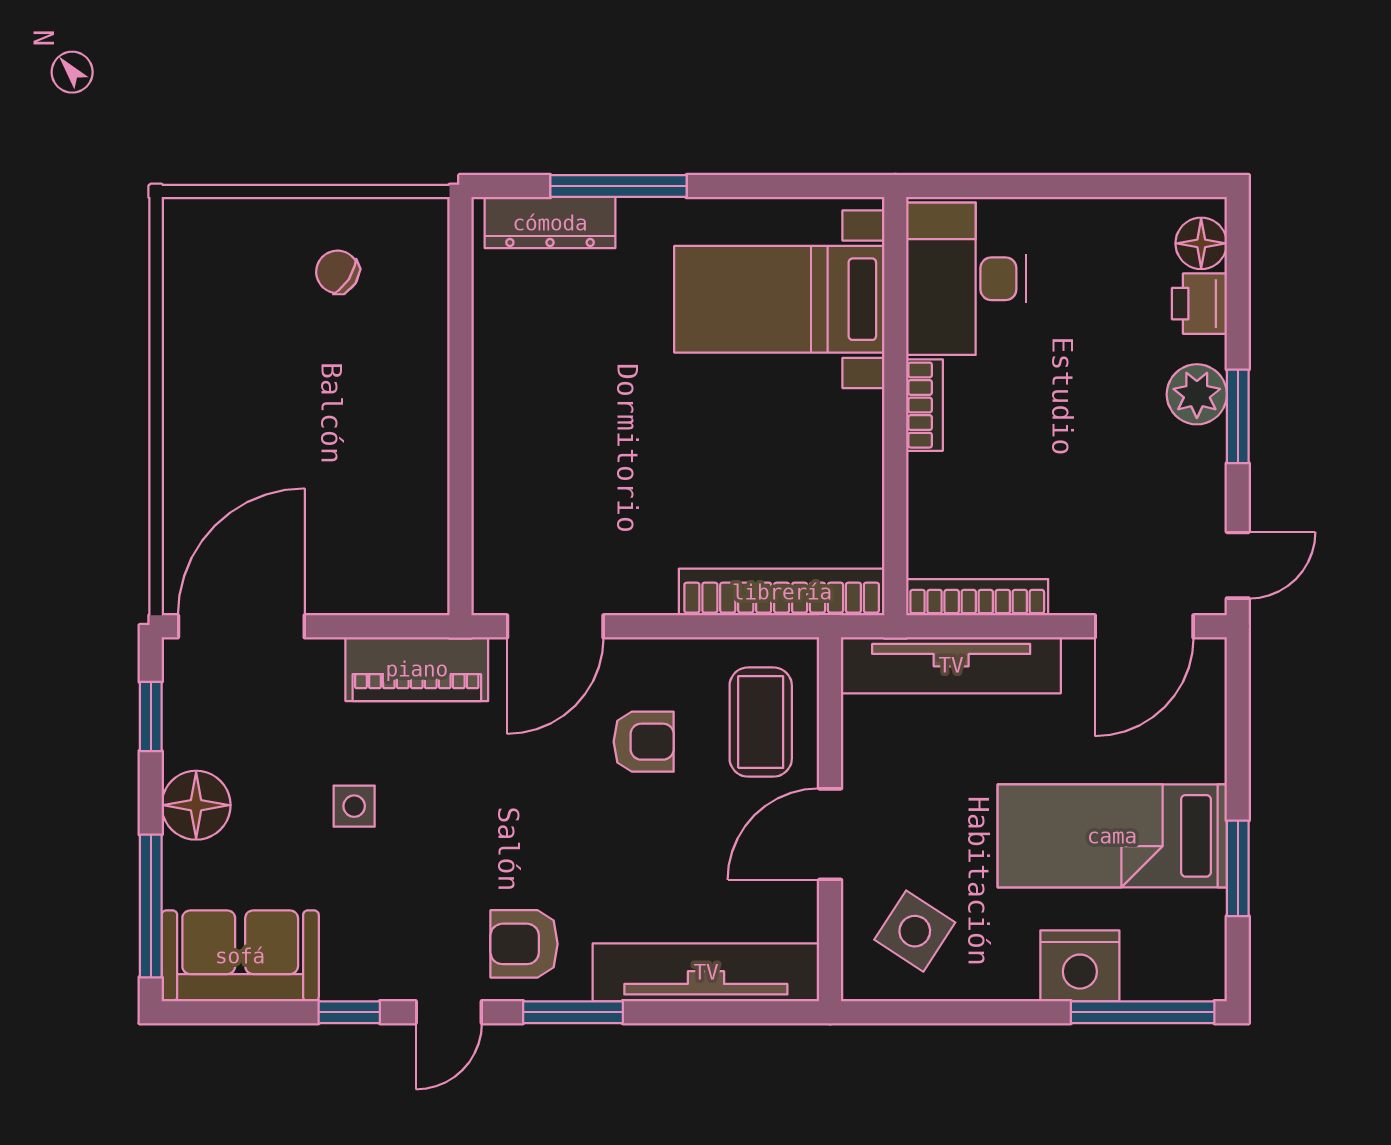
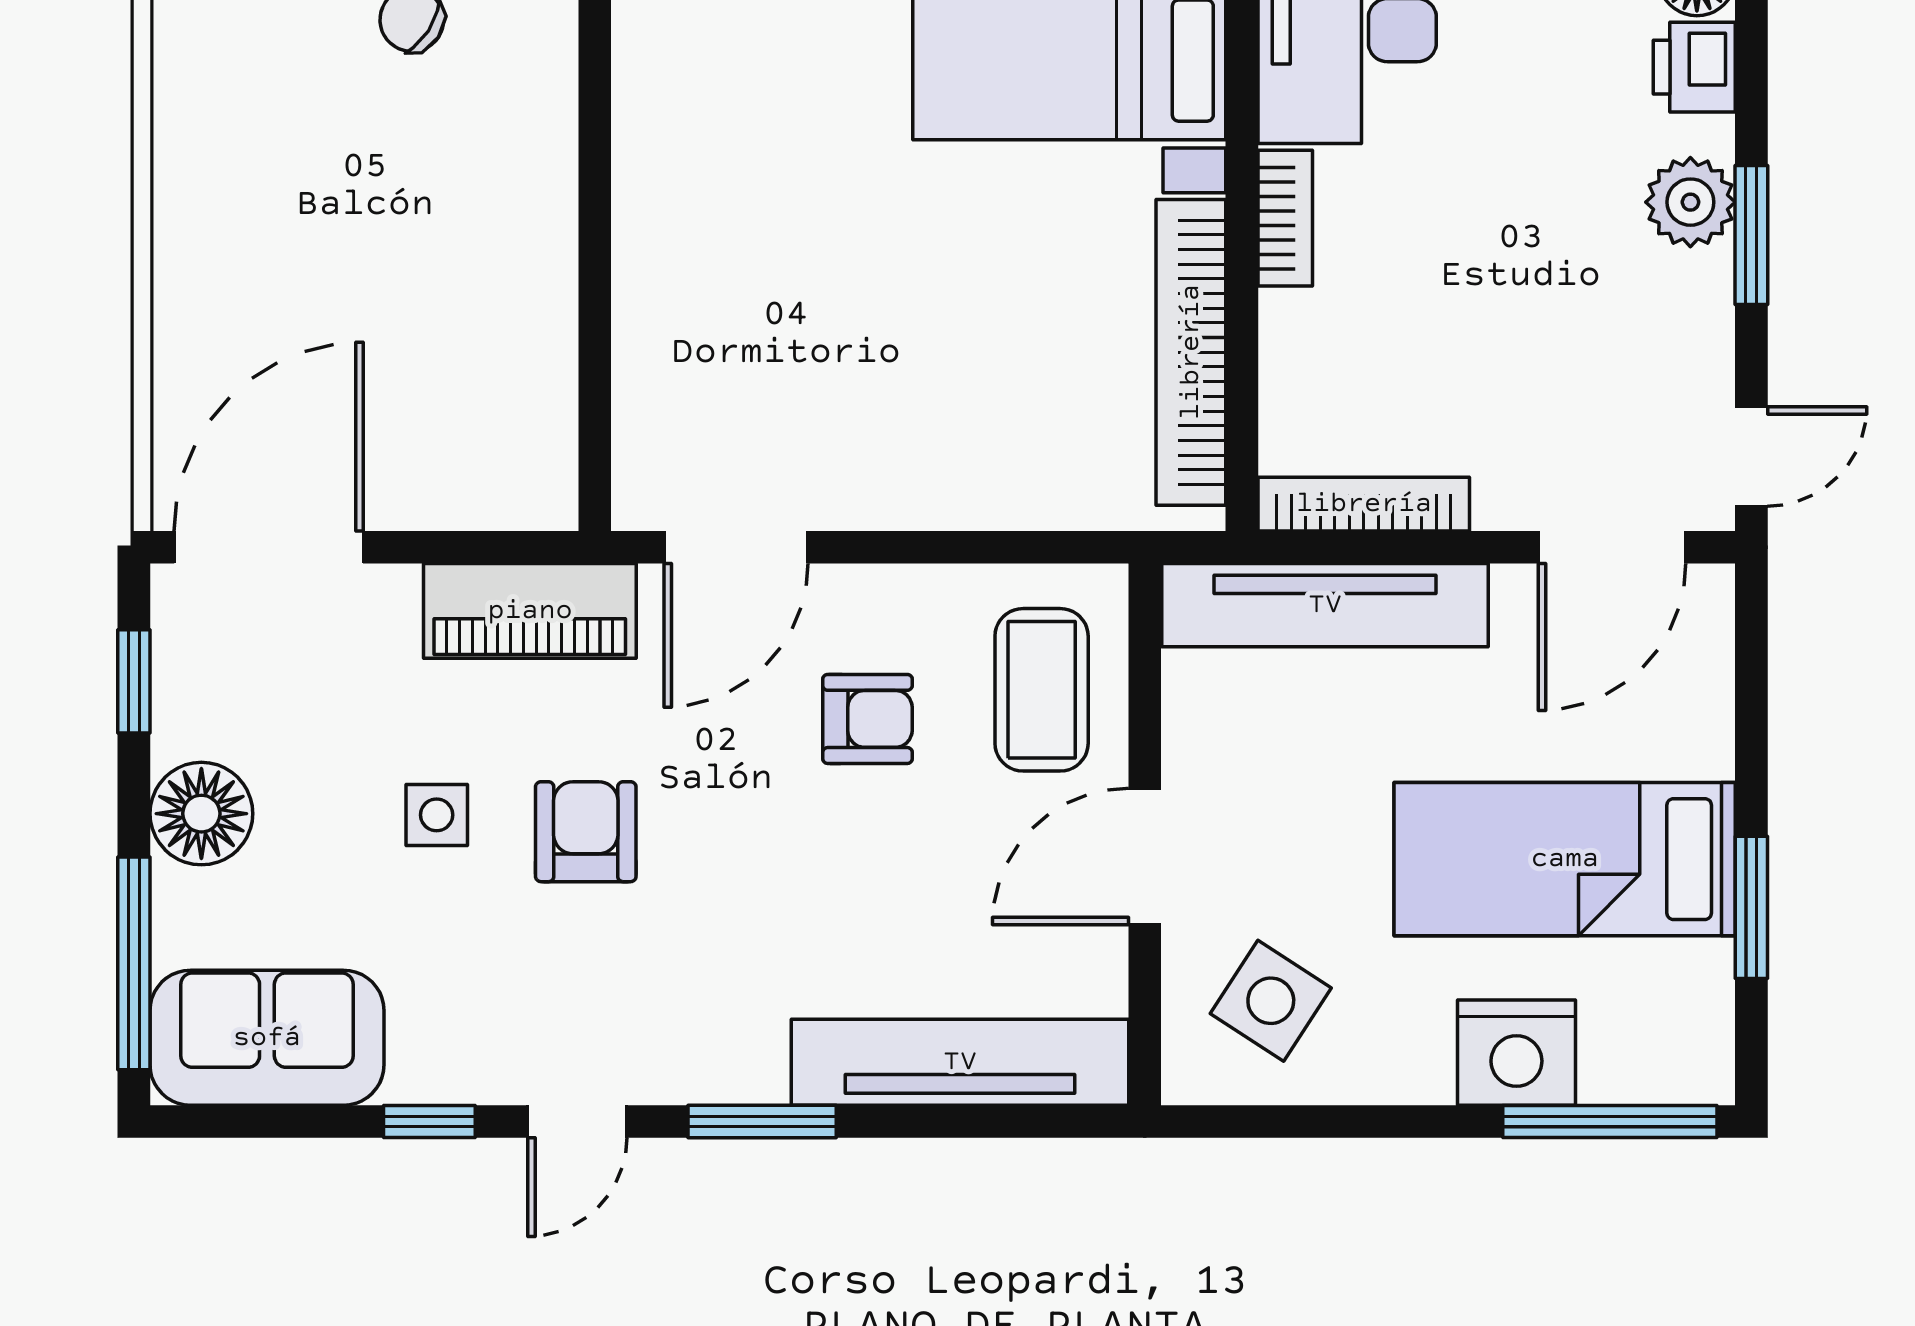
bookcase: (782, 592) -> (1191, 352), moved, turned -90
armchair: (524, 944) -> (586, 832), moved, turned 90

